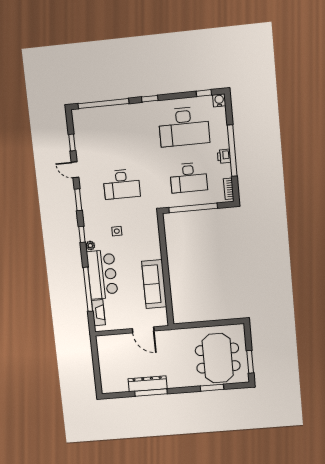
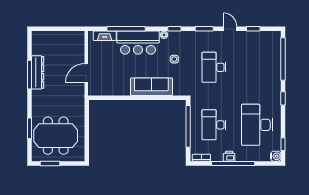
door: (75, 170) -> (230, 29), hinge flipped
sofa: (154, 284) -> (151, 87), moved

